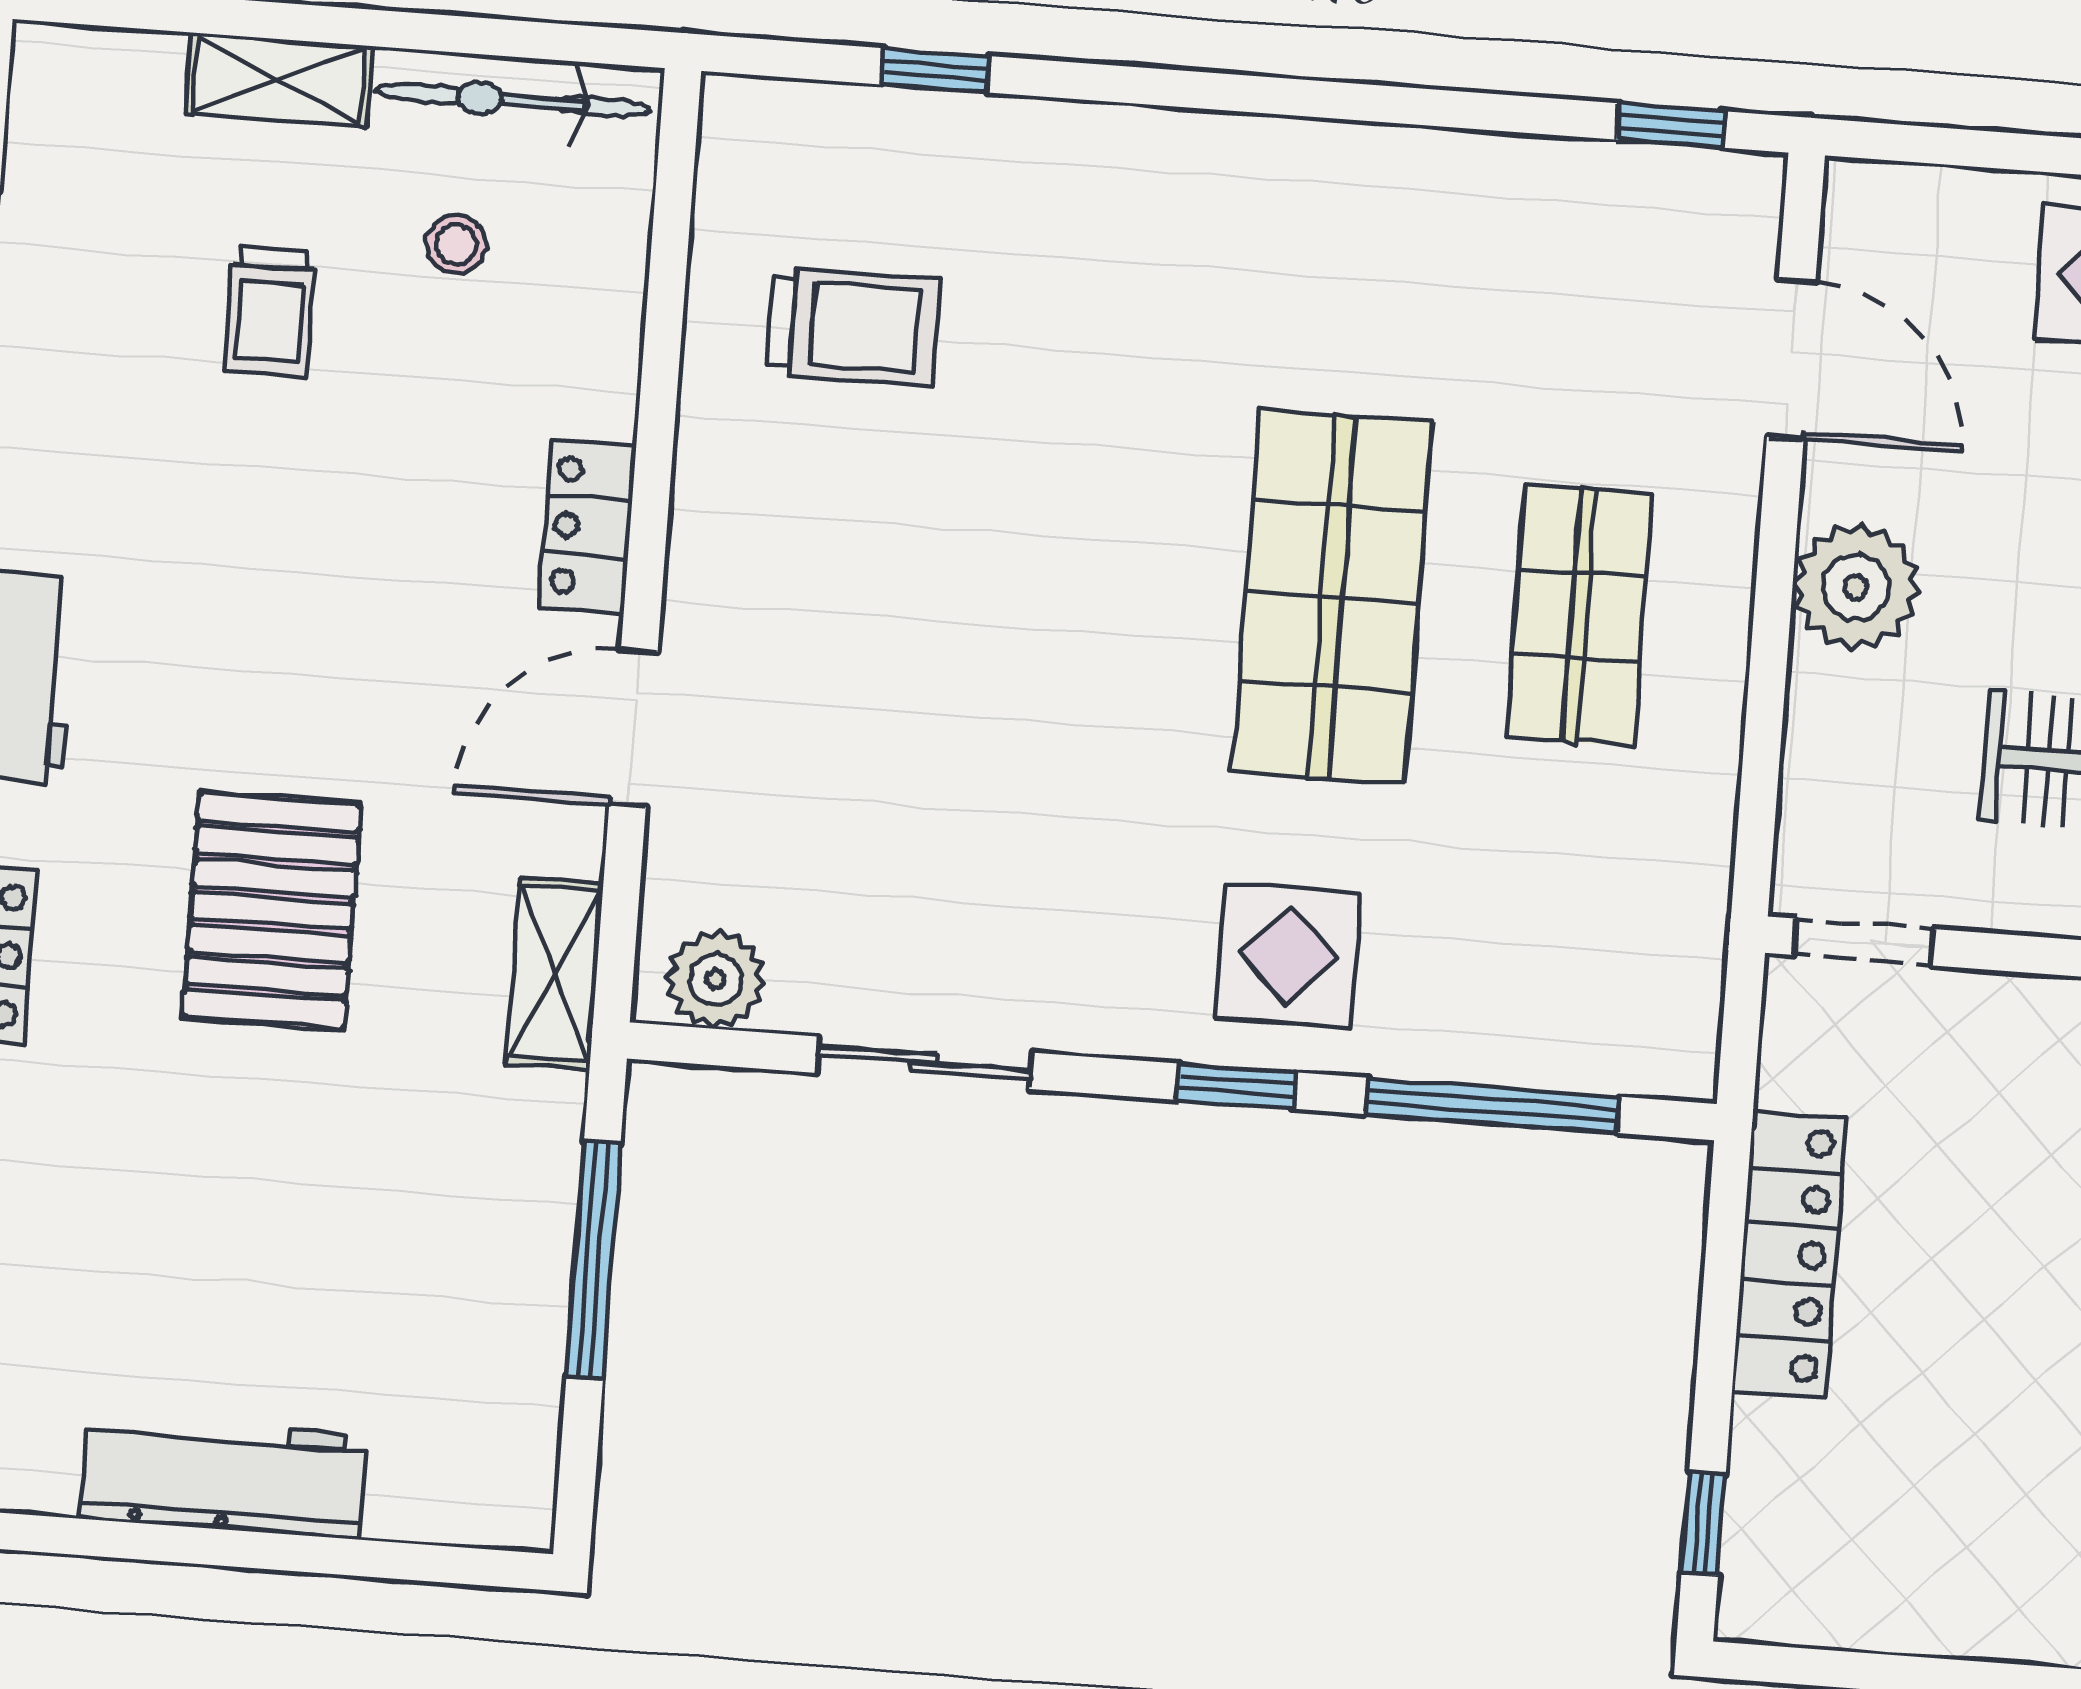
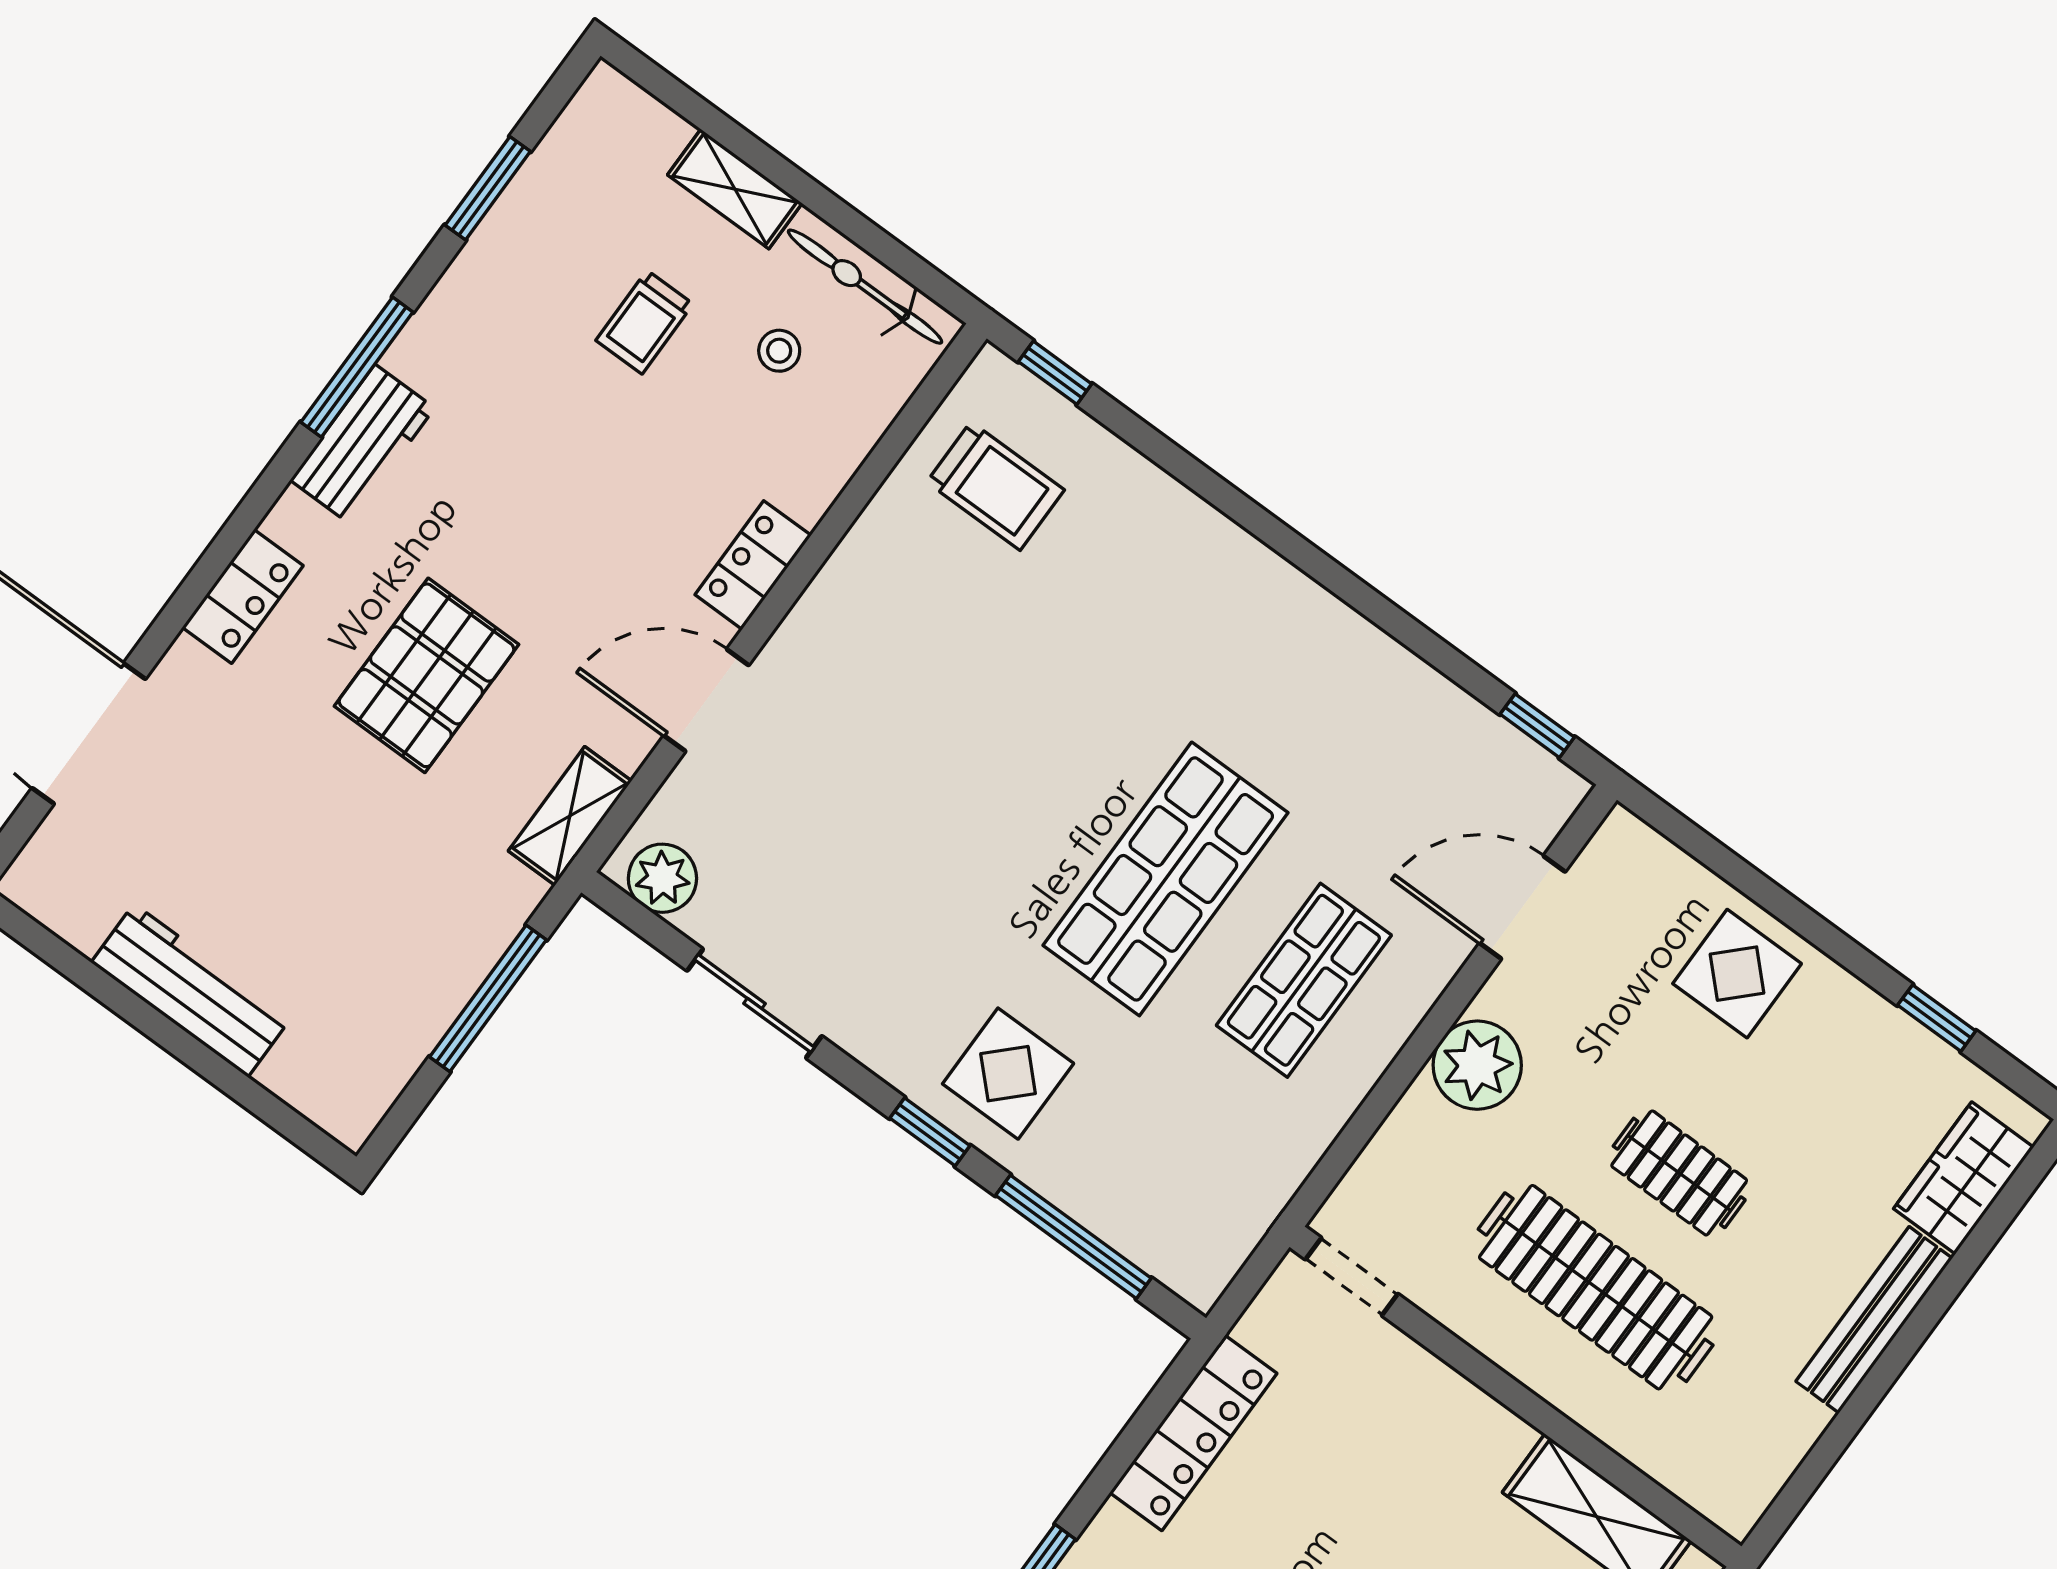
window: (936, 70) -> (1055, 373), moved
trolley: (853, 326) -> (995, 486), moved
door: (1791, 359) -> (1522, 907), swing flipped

